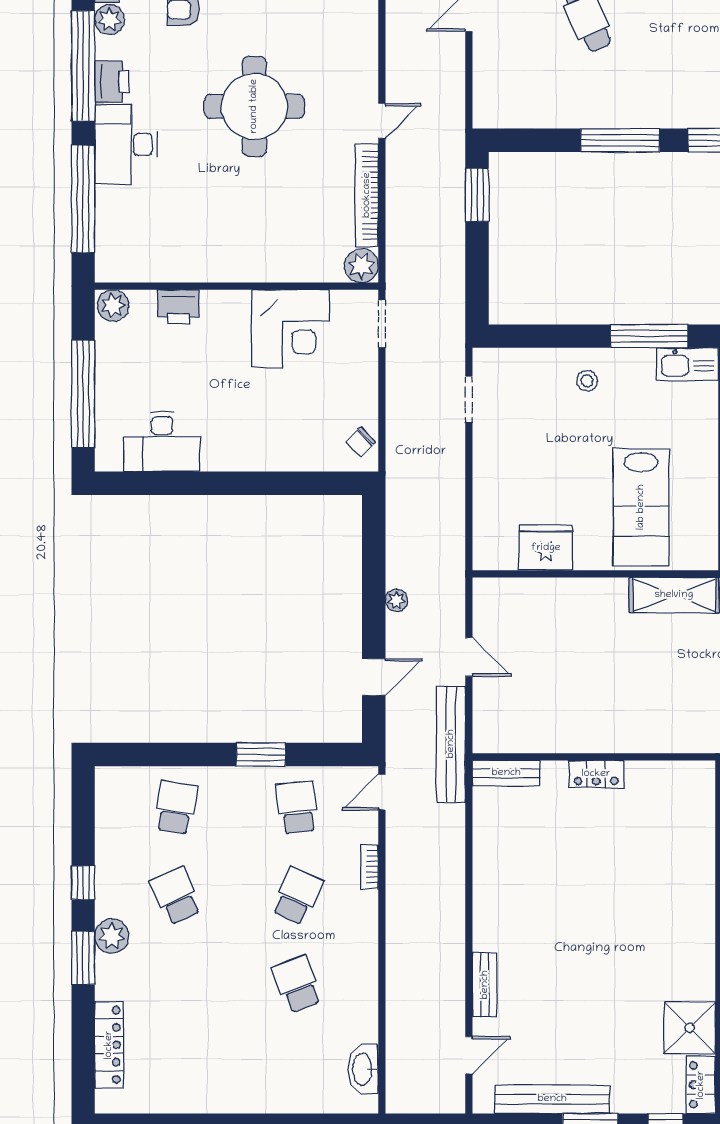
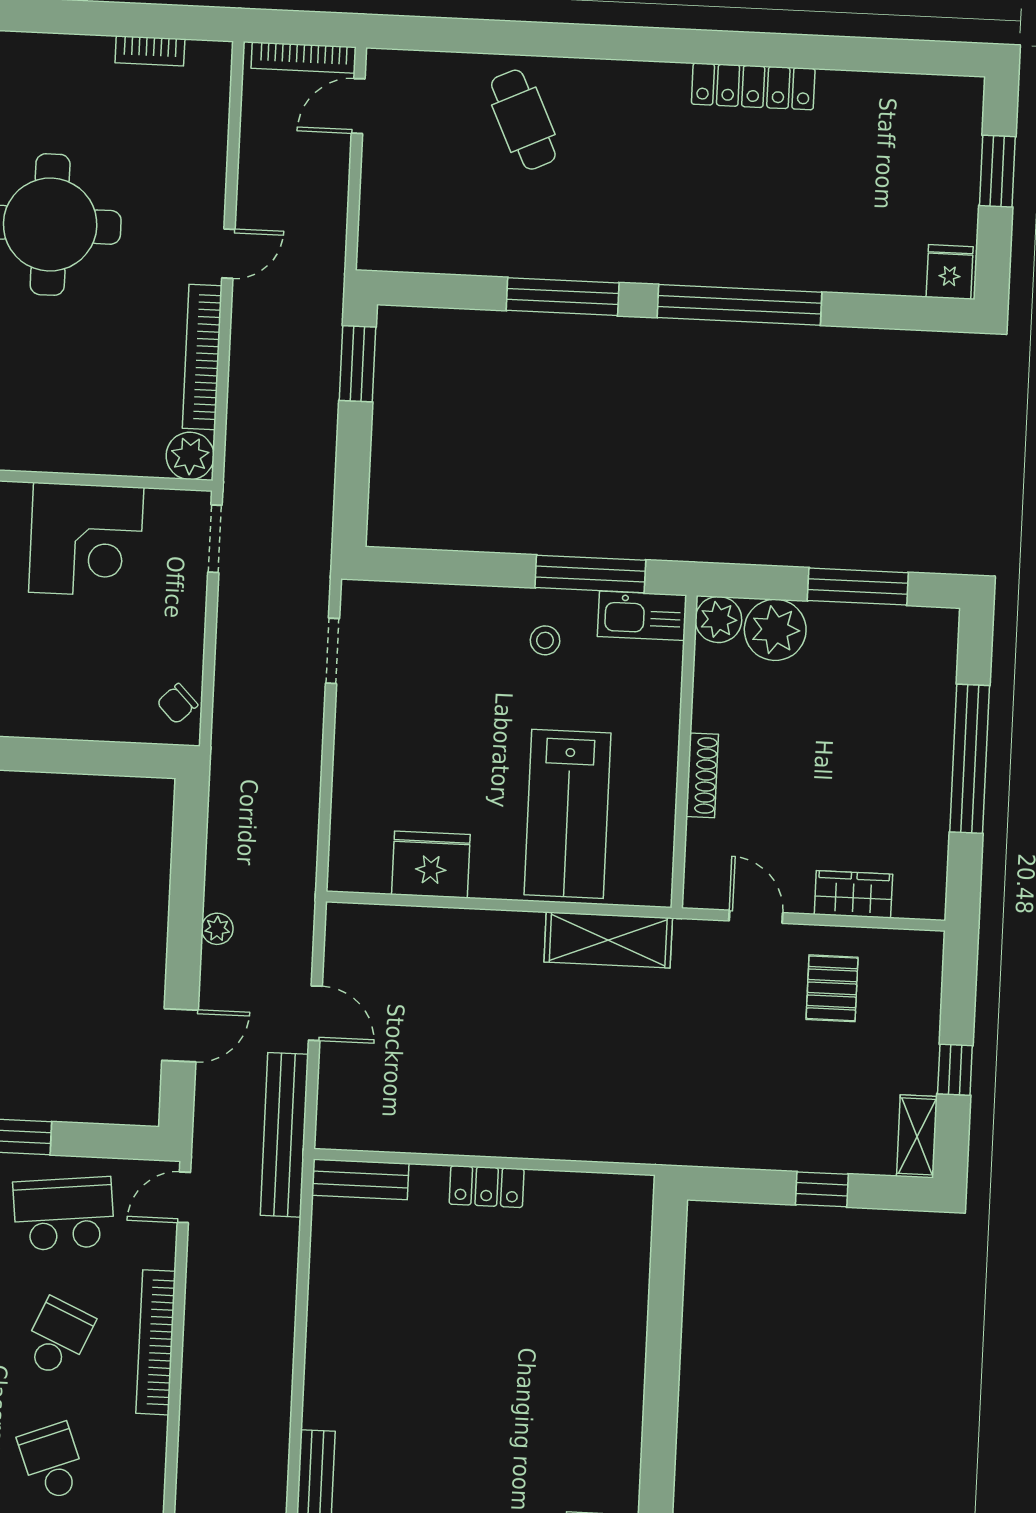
stool: (587, 381) -> (545, 640), moved
school desk: (297, 808) -> (64, 1214), width x1.85
bookcase: (369, 867) -> (156, 1342), width x2.31, depth x1.31

